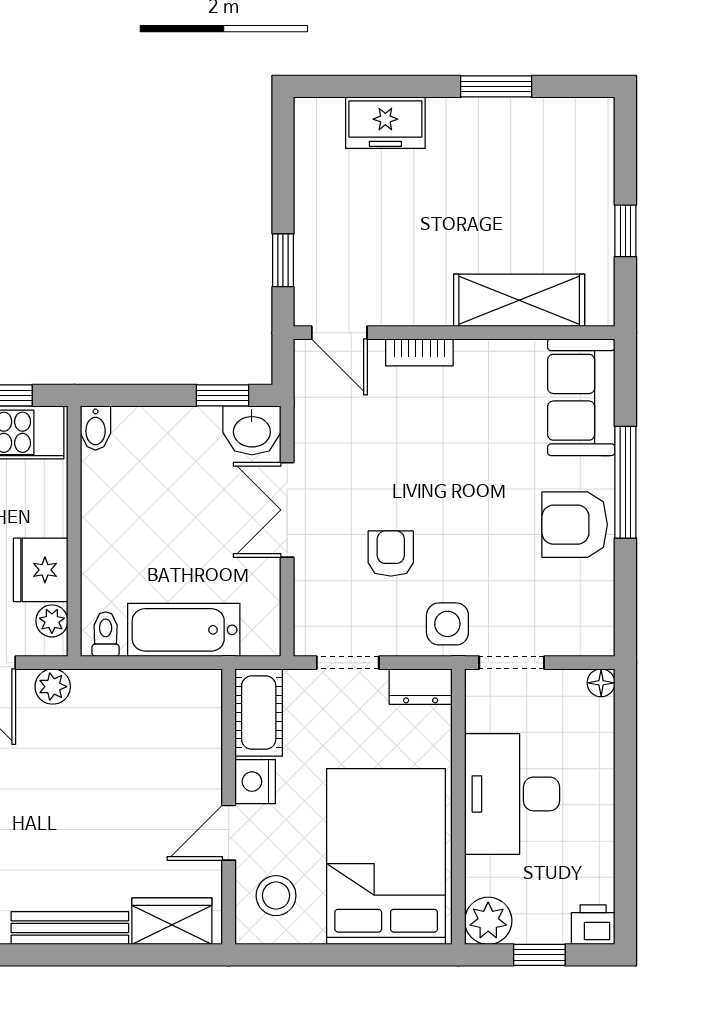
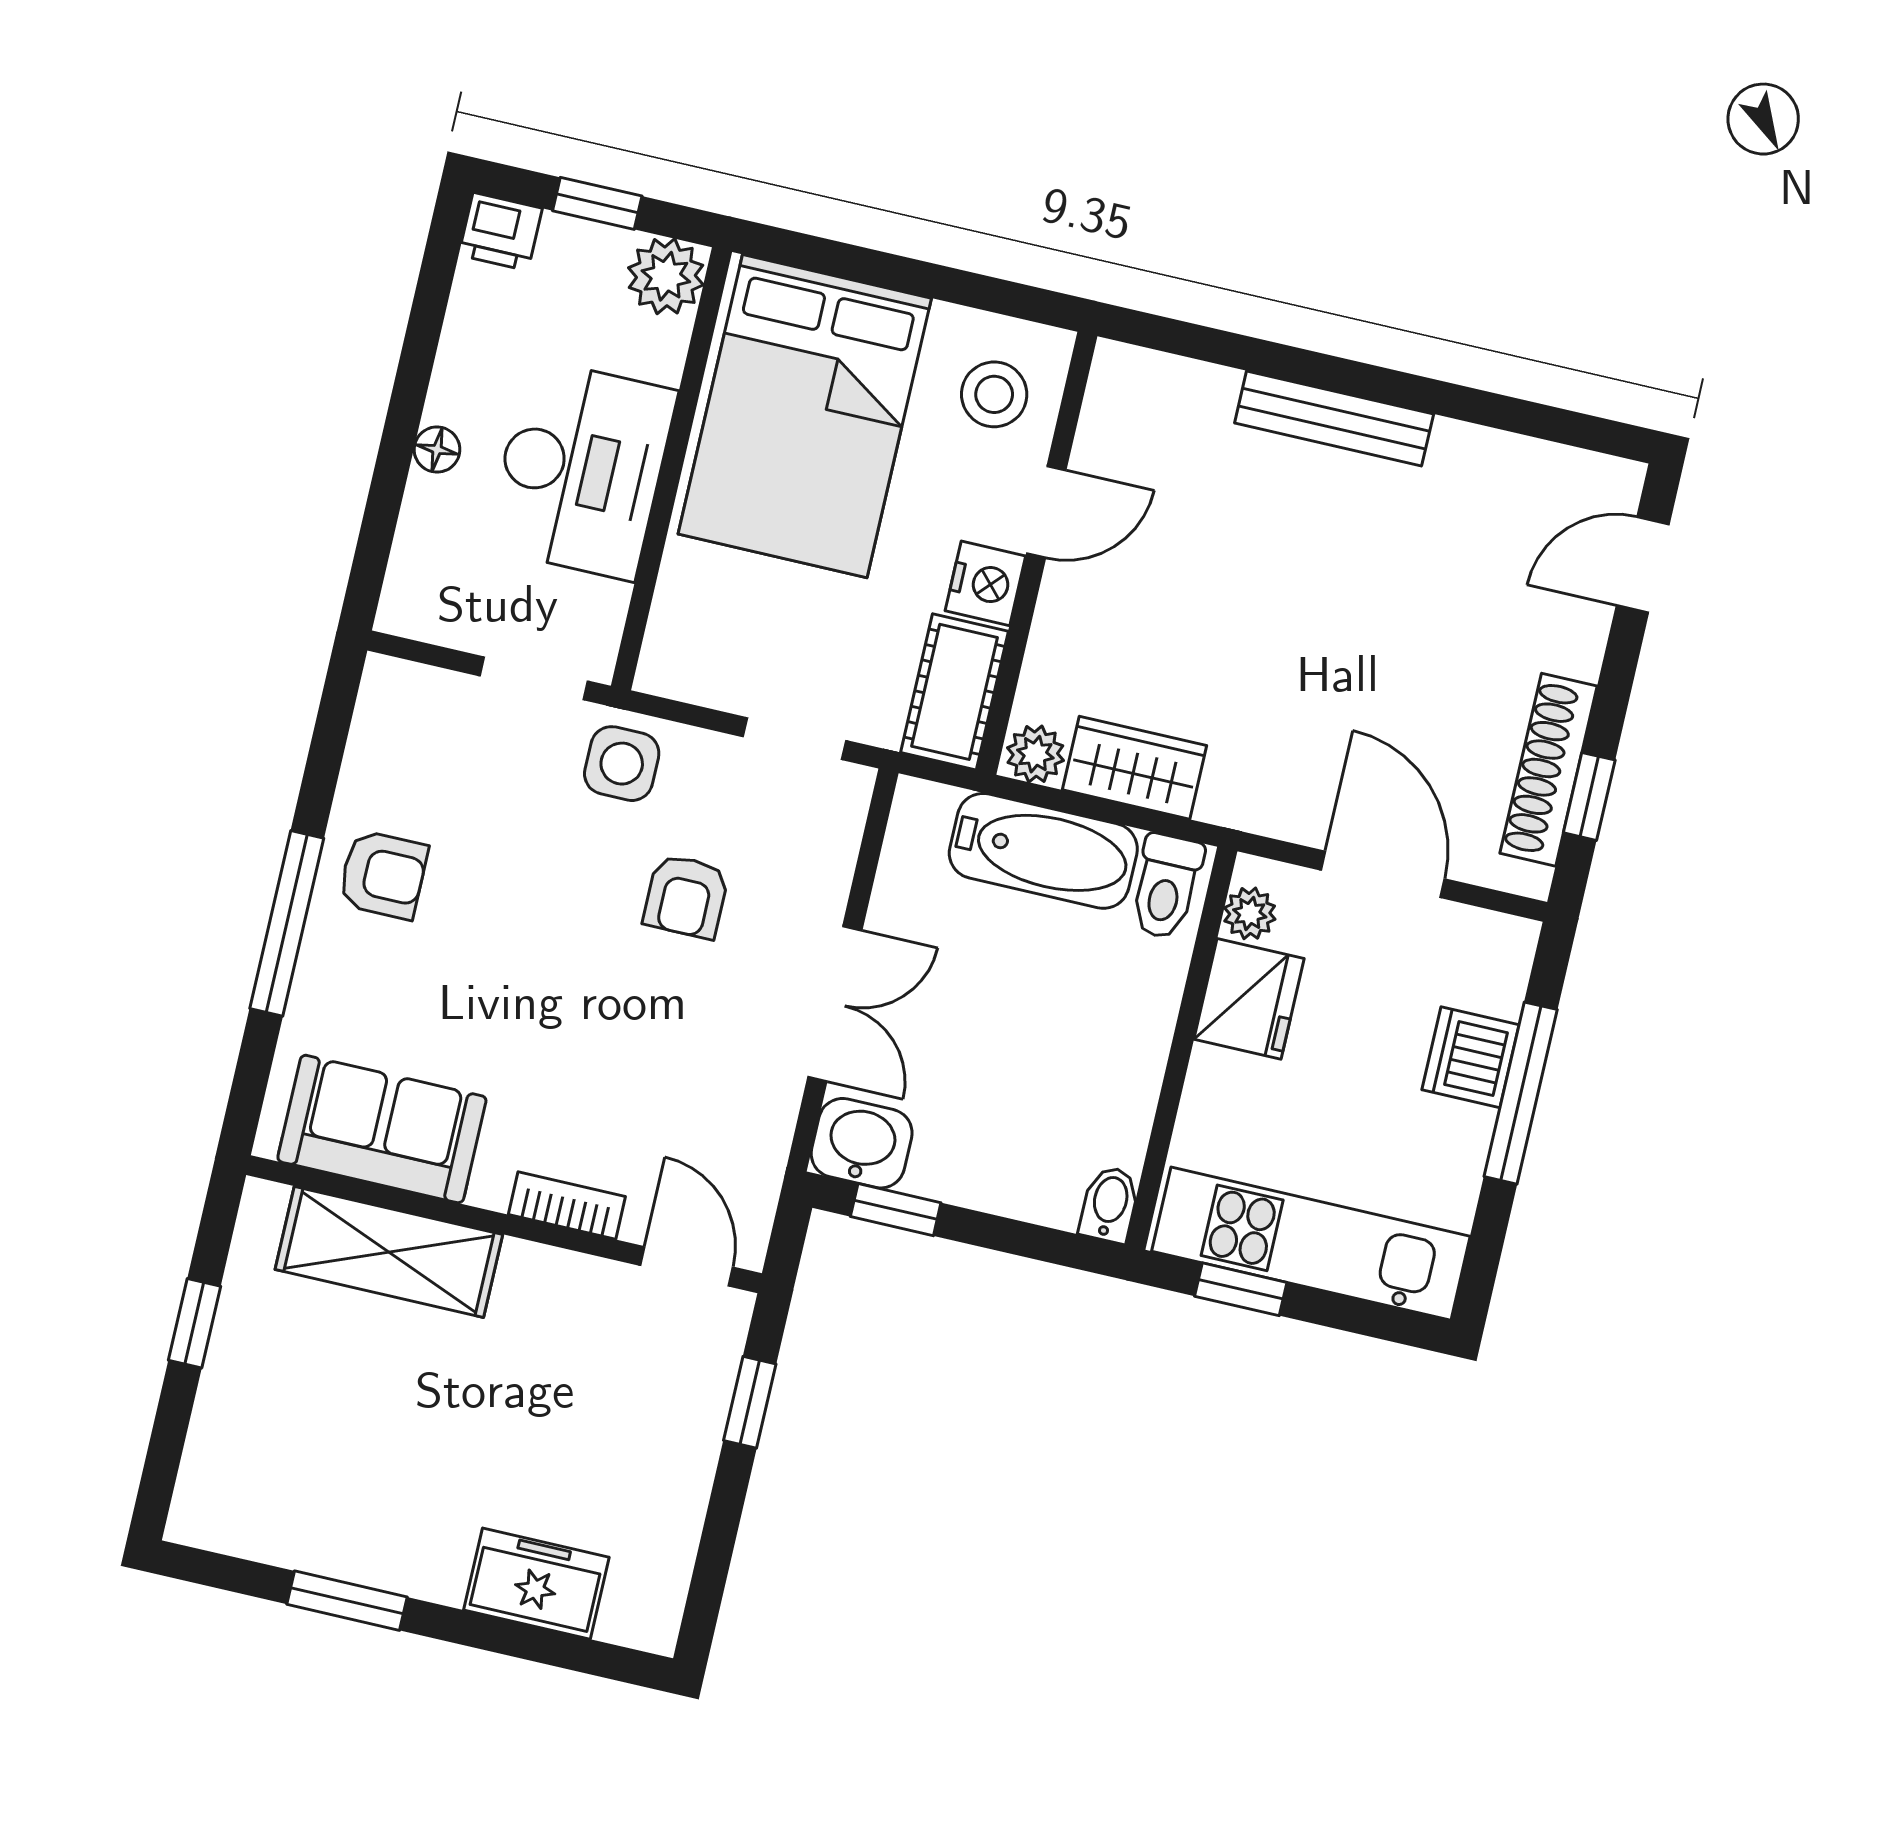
sofa: (581, 397) -> (382, 1129), moved, turned -90
armchair: (575, 525) -> (383, 875), width x0.72, depth x0.72
toilet: (106, 634) -> (1166, 886), width x1.37, depth x1.39
floor lamp: (601, 683) -> (437, 450), moved
plant: (53, 687) -> (1035, 754), moved
dresser: (421, 687) -> (687, 674), removed
wardrobe: (172, 921) -> (1135, 768), moved, turned 180

